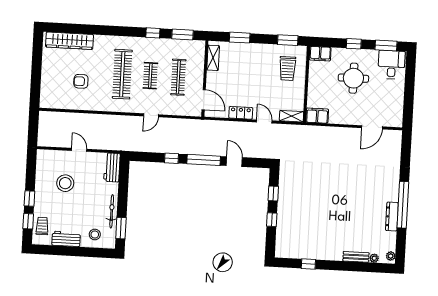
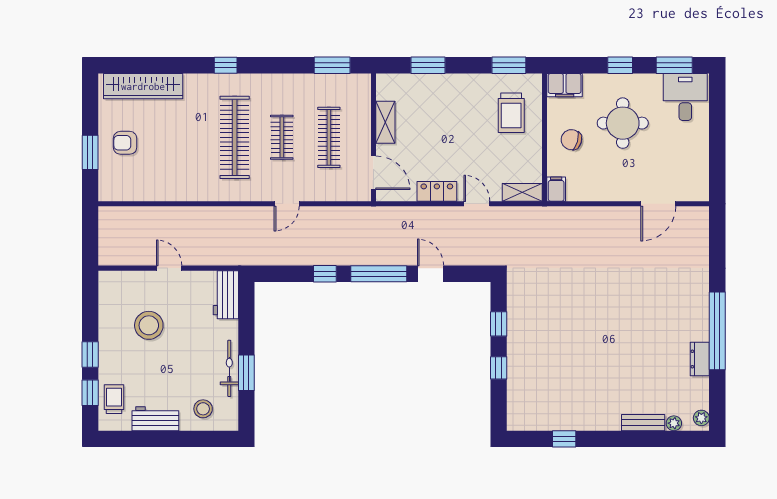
window: (153, 33) -> (226, 65), moved
shelving: (213, 58) -> (385, 122), moved
window: (36, 78) -> (90, 152), added
armchair: (81, 81) -> (125, 143), moved
chair: (322, 86) -> (571, 140), added
filing cabinet: (317, 116) -> (556, 189), width x0.50
dresser: (392, 217) -> (700, 359), width x0.70
window: (121, 228) -> (246, 373), moved

